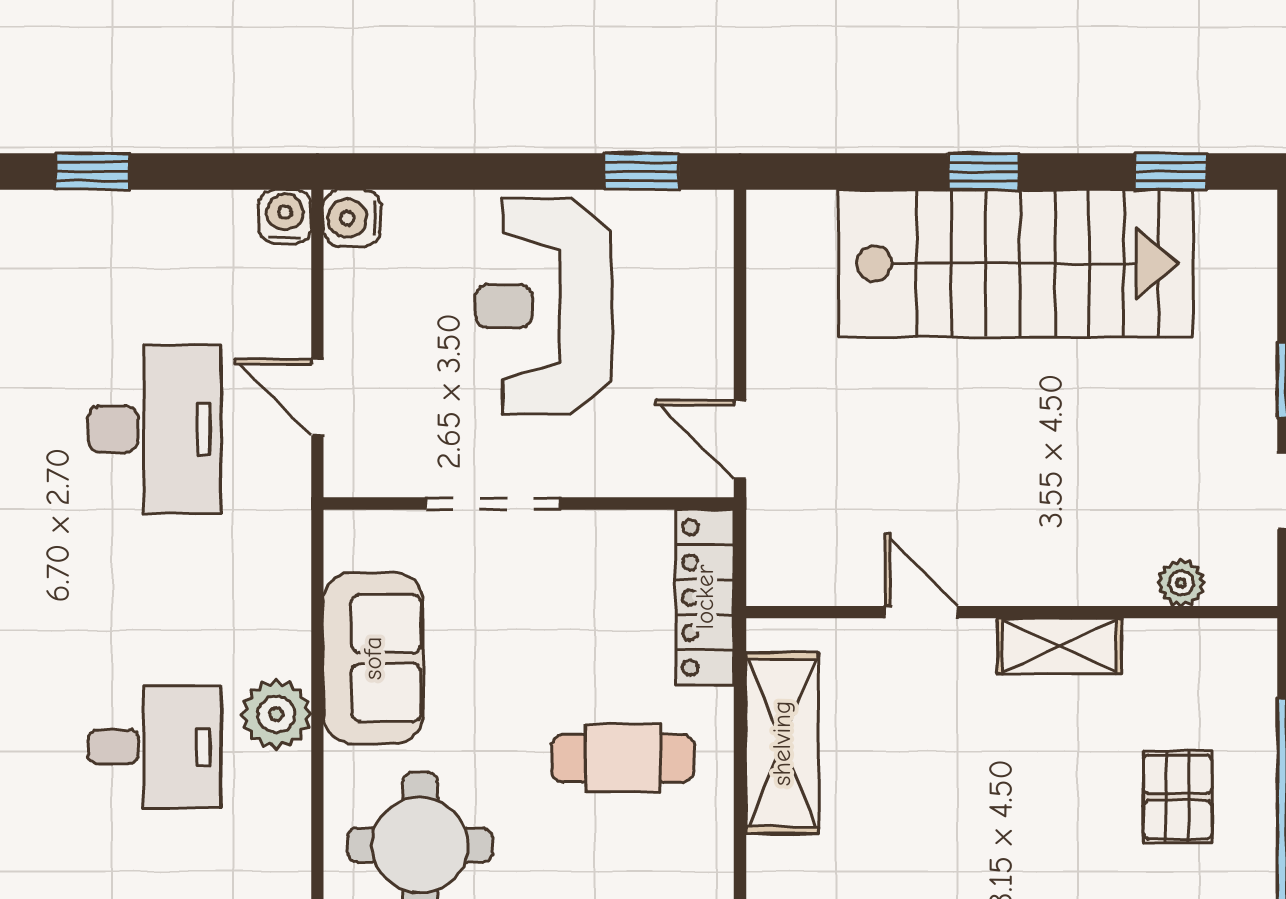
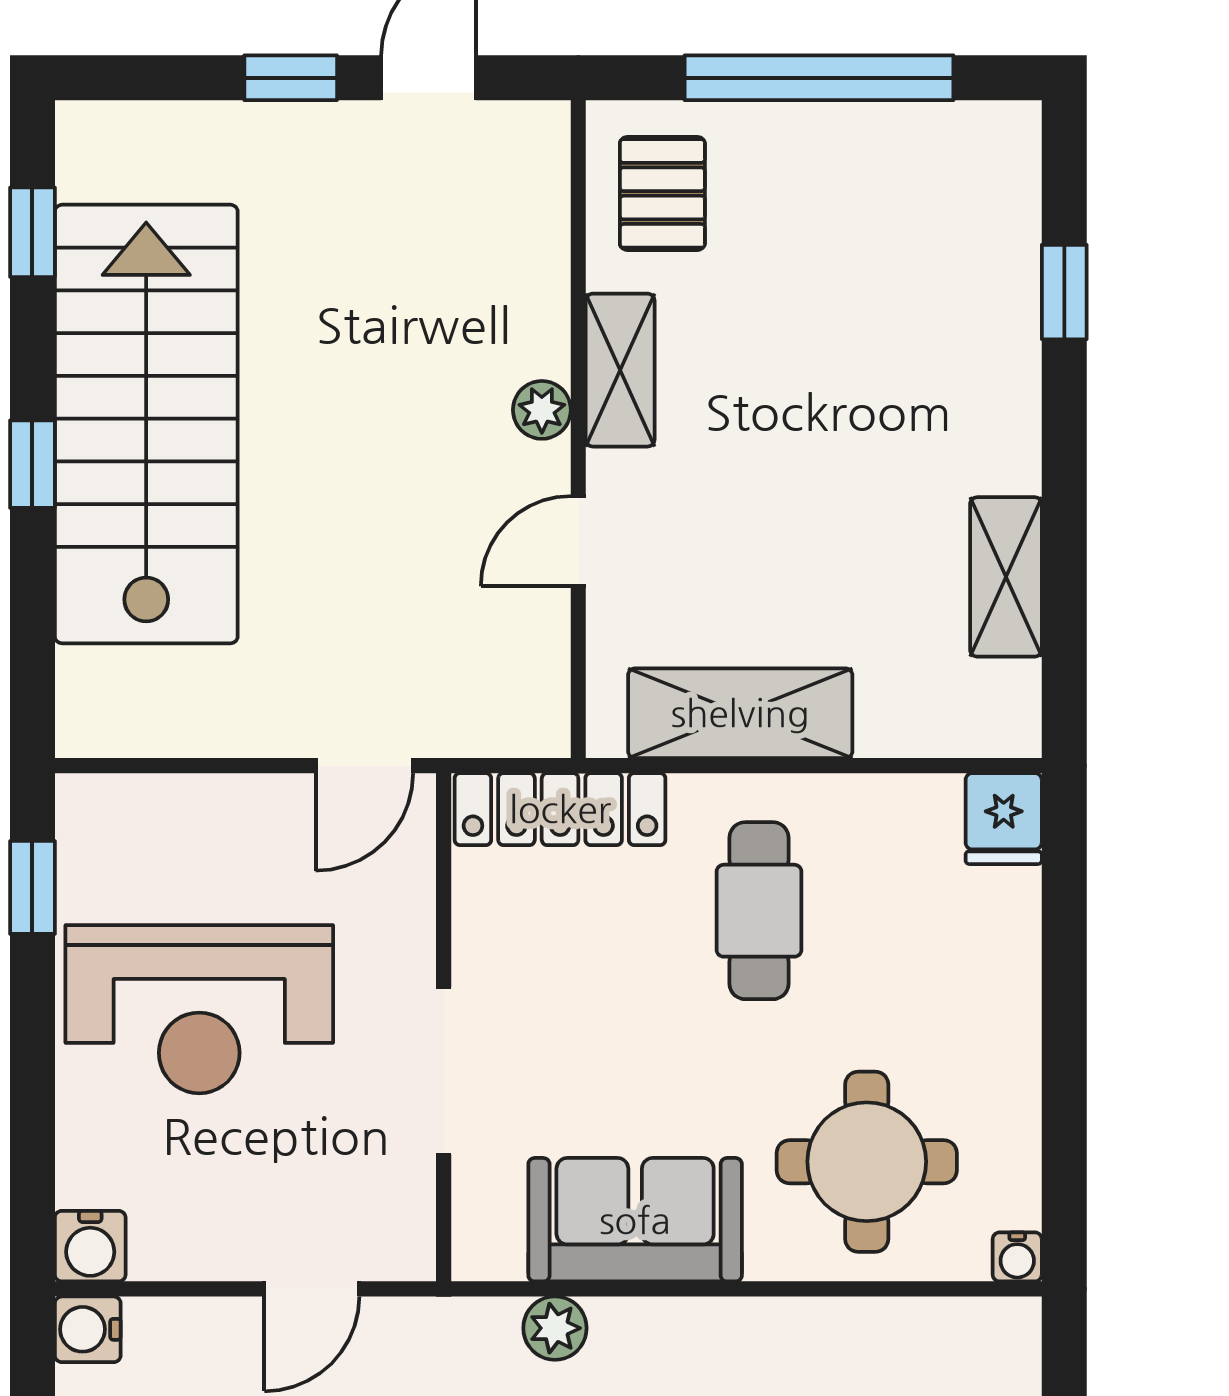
plant: (1181, 583) -> (542, 410), moved
plant: (276, 714) -> (555, 1328), moved, width x0.73, depth x0.73
pallet: (1178, 797) -> (662, 193), moved, turned 90

